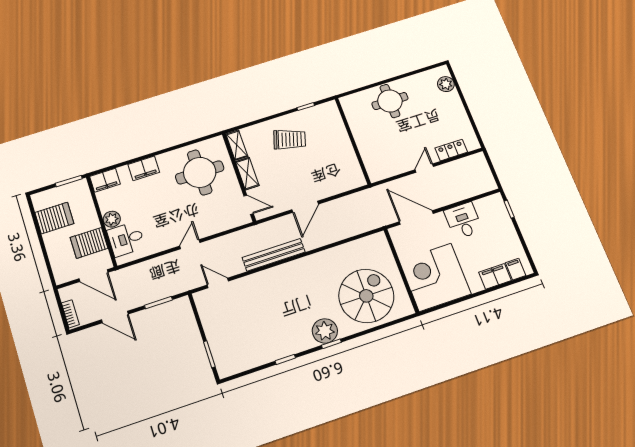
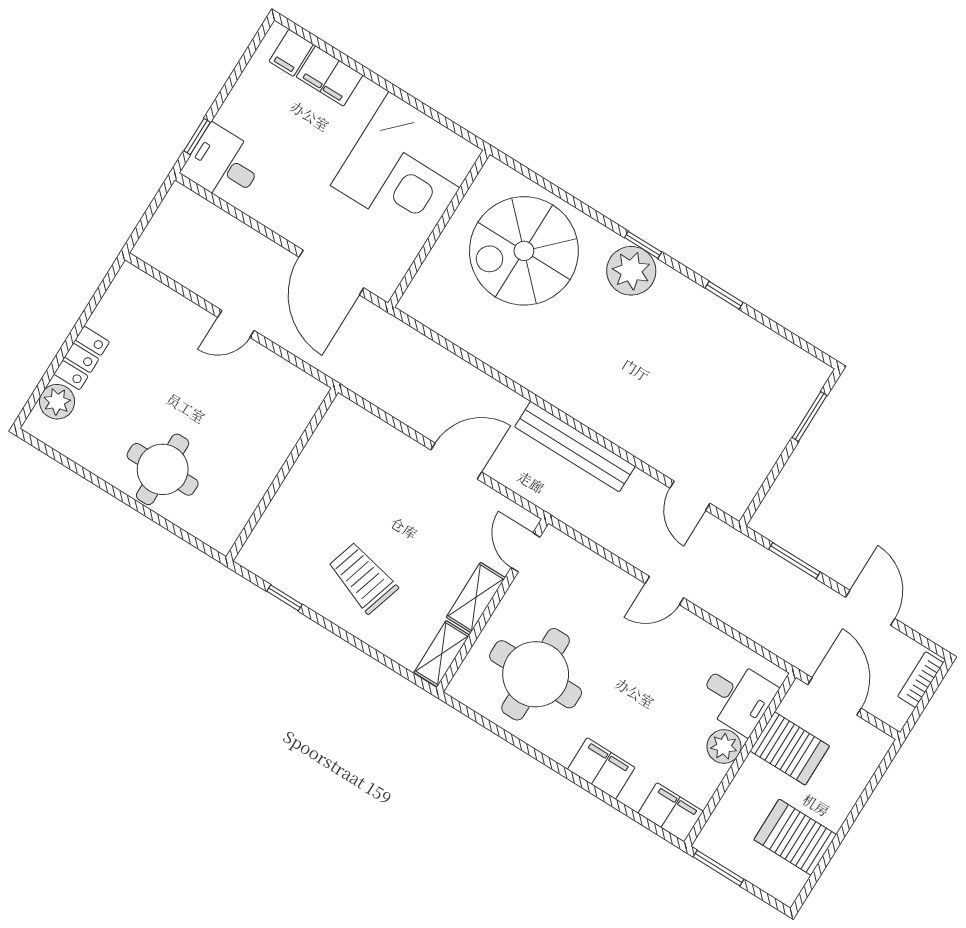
locker: (451, 150) -> (82, 358), moved, turned -90
desk: (463, 221) -> (223, 164), moved, turned 90

